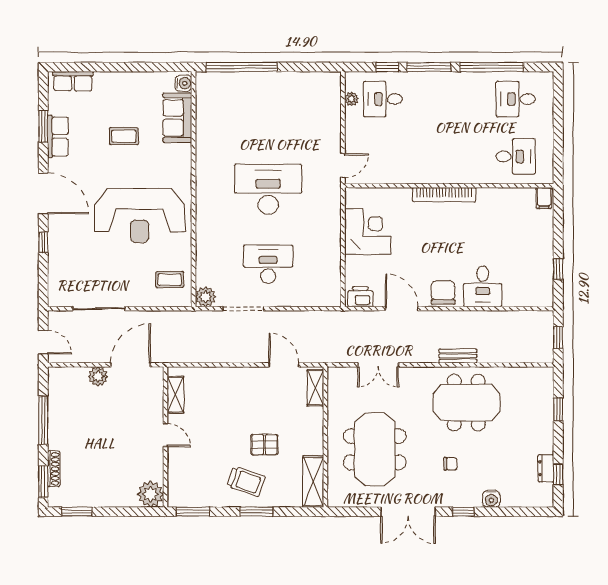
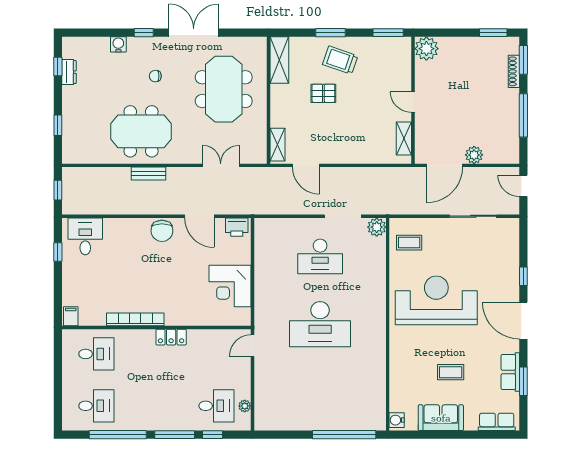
sofa: (177, 118) -> (441, 418), moved, turned -90
desk: (516, 156) -> (96, 354), turned 180
locker: (433, 175) -> (171, 337), added
bookcase: (444, 195) -> (135, 319), moved
desk: (483, 286) -> (85, 236), moved

